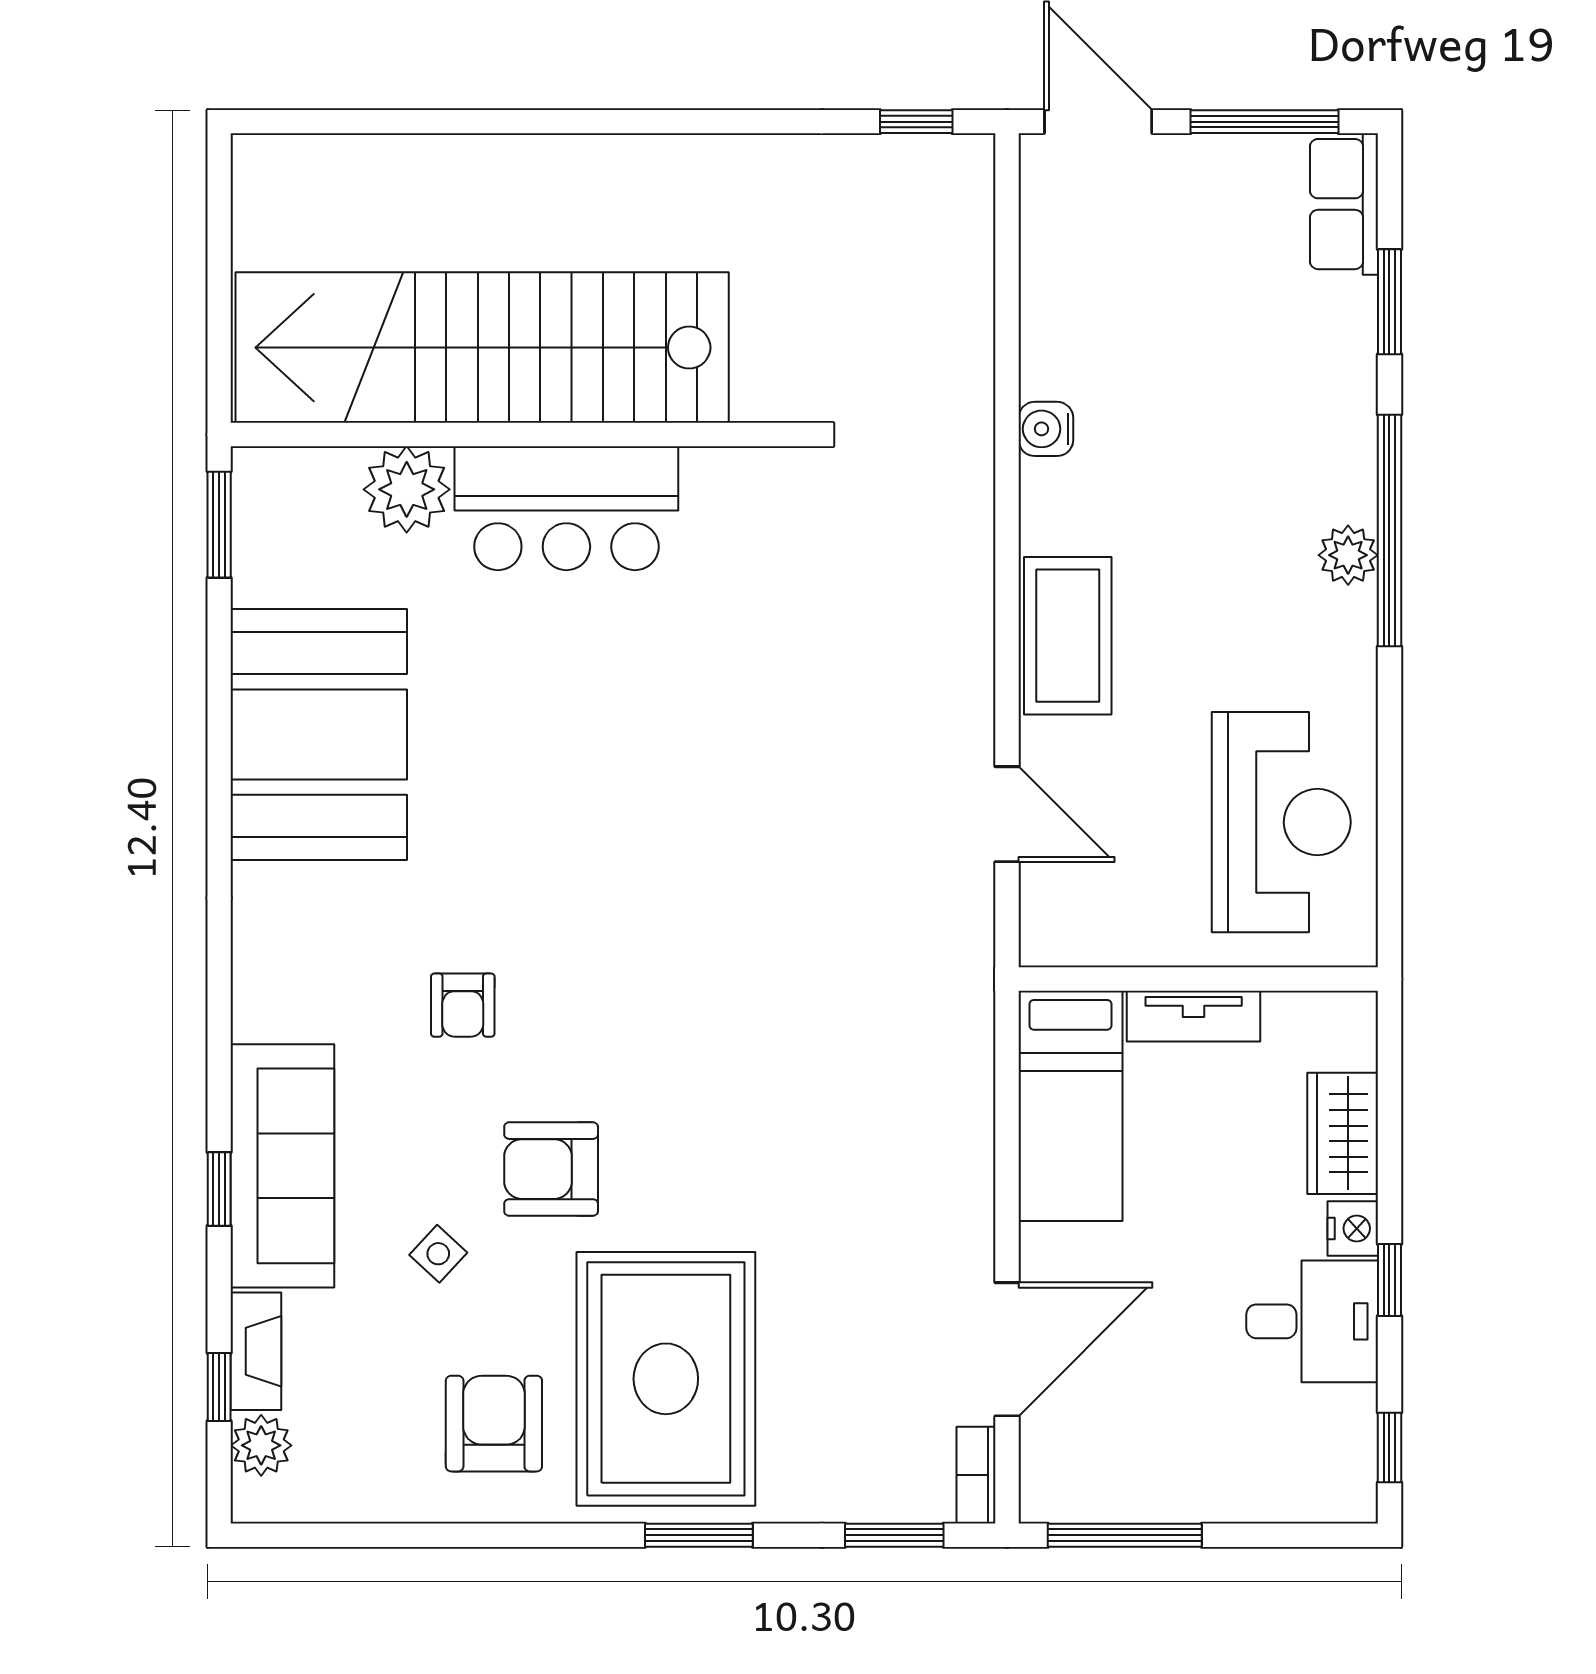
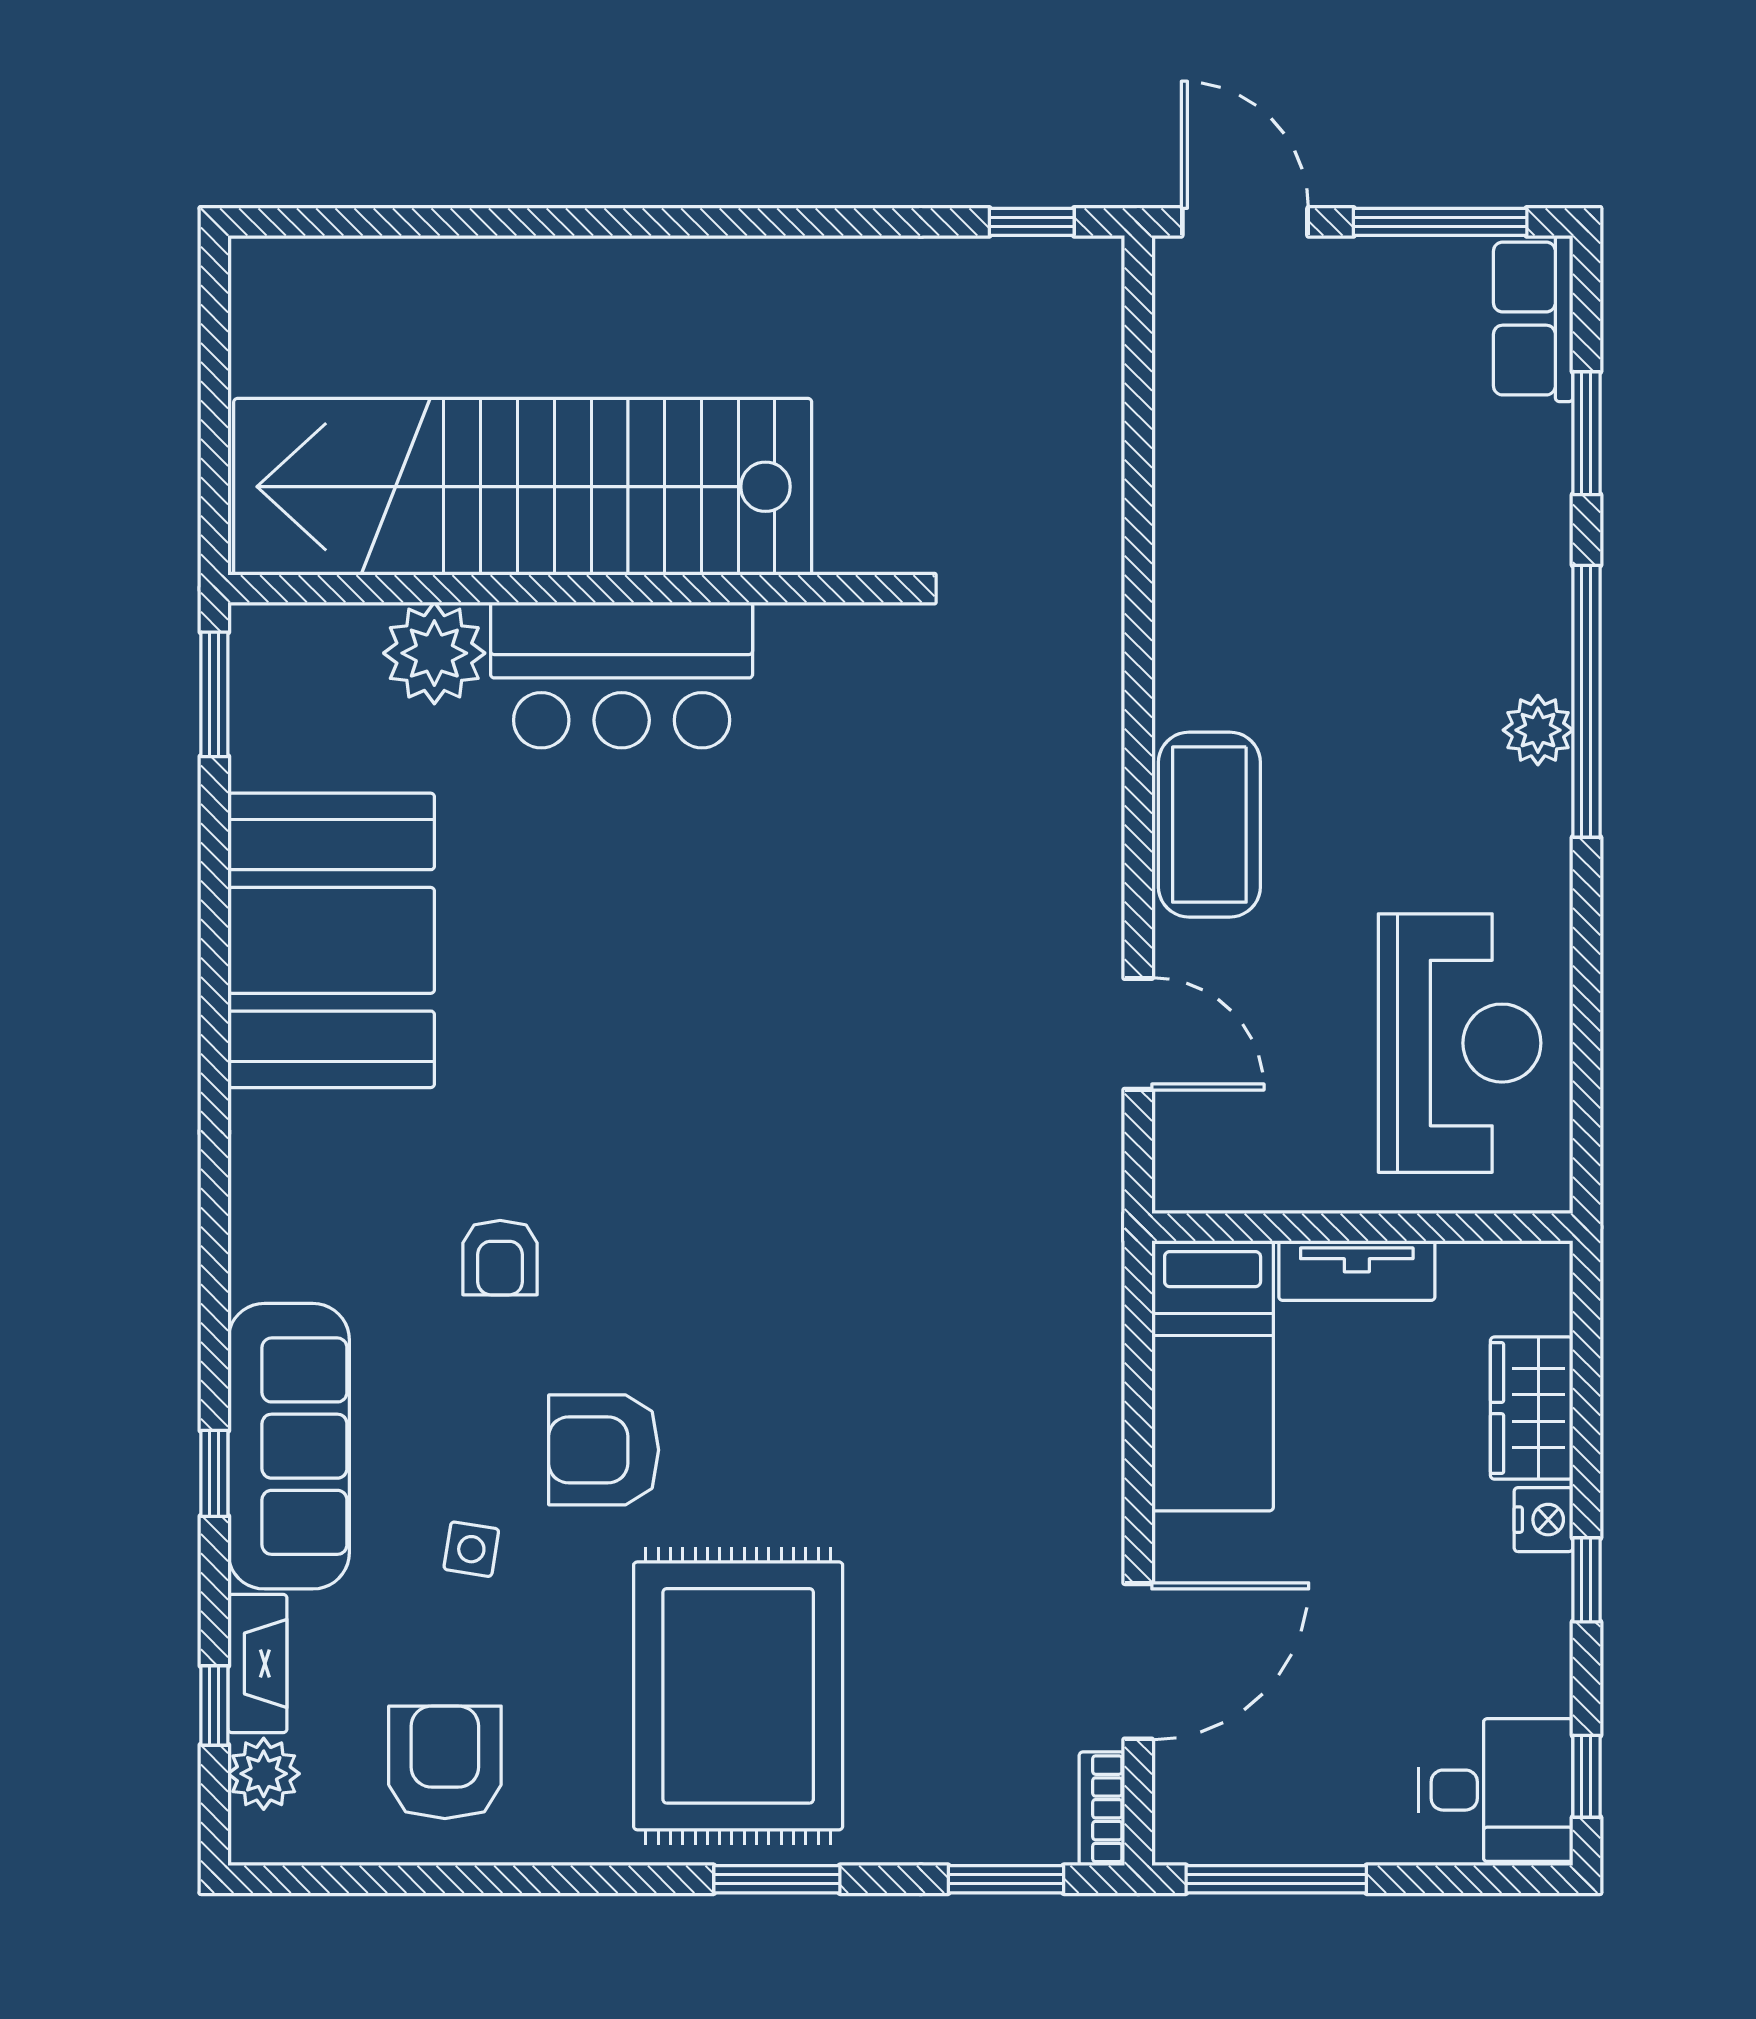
water cooler: (1046, 429) -> (1184, 582), removed
side table: (438, 1254) -> (471, 1549), turned -34
desk: (1312, 1321) -> (1496, 1790), moved
armchair: (494, 1424) -> (445, 1762), moved

